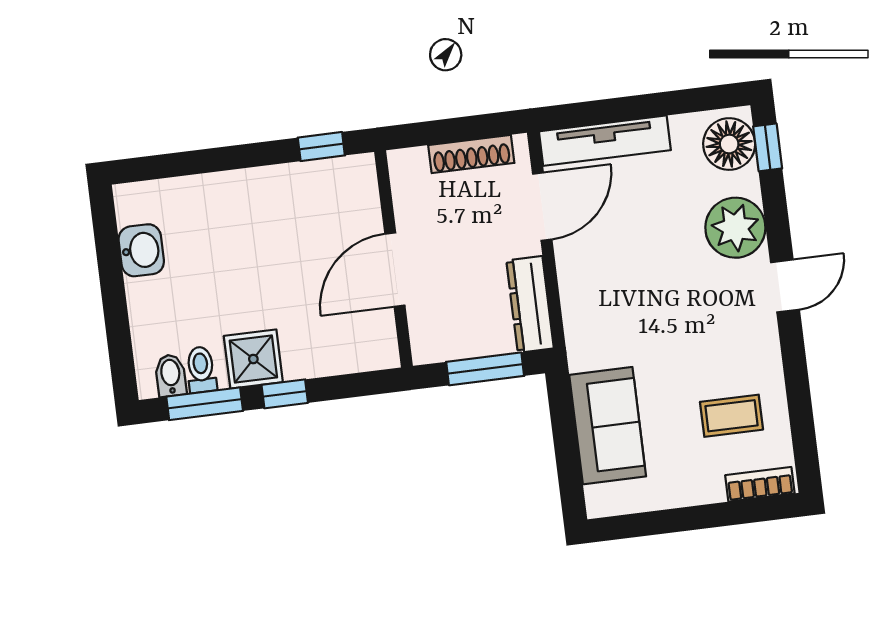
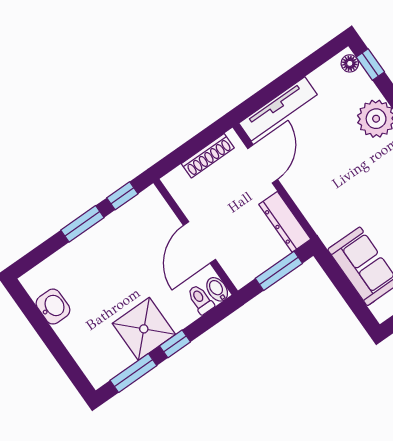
floor lamp: (729, 144) -> (350, 63), width x0.53, depth x0.53
window: (244, 156) -> (82, 224), added
shower: (253, 359) -> (144, 329), width x1.36, depth x1.36
toilet: (201, 370) -> (201, 300), moved
bidet: (171, 375) -> (217, 289), moved

